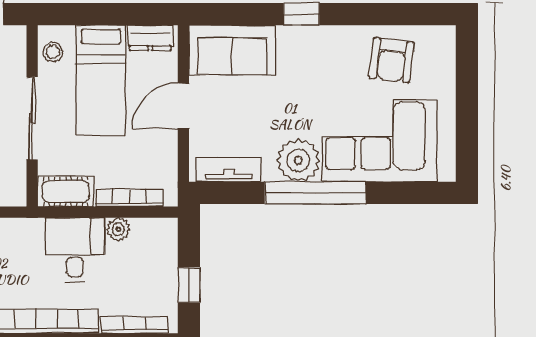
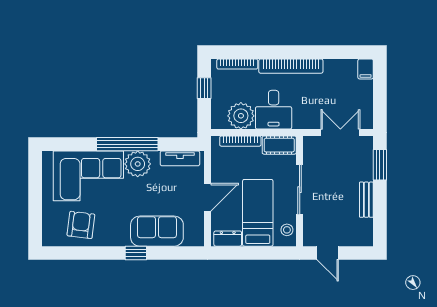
sofa: (232, 50) -> (157, 231), moved
plant: (118, 229) -> (241, 116), width x1.88, depth x1.88

